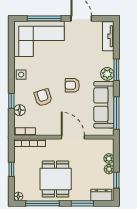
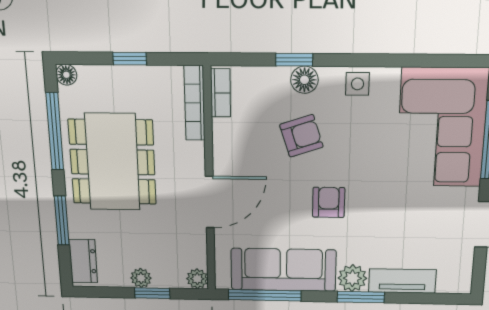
tv unit: (108, 36) -> (402, 281), moved
floor lamp: (20, 110) -> (304, 80), moved
plant: (109, 159) -> (197, 279), moved
dining table: (56, 179) -> (112, 162), width x1.38
window: (116, 180) -> (152, 293), moved

